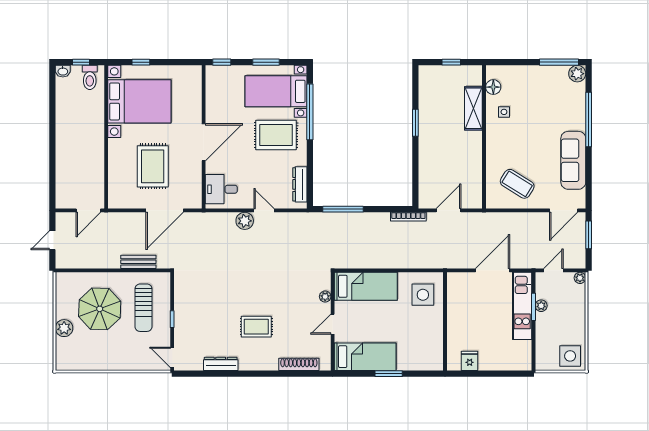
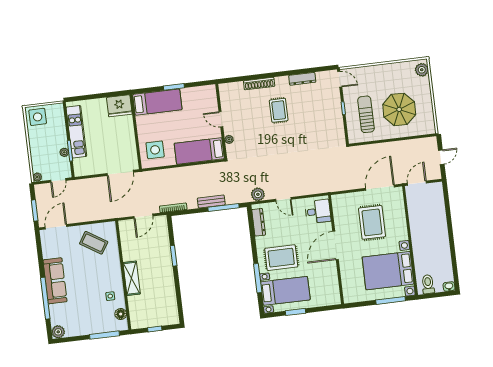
window: (81, 62) -> (436, 295), removed
window: (141, 62) -> (391, 300), width x2.17
window: (222, 62) -> (329, 308), removed
window: (559, 62) -> (105, 335), moved
shelving: (473, 108) -> (132, 278), moved
window: (310, 112) -> (258, 278), width x0.68
window: (415, 123) -> (174, 256), moved
sofa: (573, 160) -> (55, 281), moved
door: (165, 210) -> (380, 188), moved
plant: (245, 221) -> (258, 194), moved
bench: (138, 262) -> (211, 201), moved
door: (493, 270) -> (120, 173), moved
kitchen unit: (522, 306) -> (76, 132), moved
door: (333, 324) -> (221, 119), swing flipped
rug: (256, 327) -> (279, 110), turned 90
plant: (64, 328) -> (422, 70), moved
bed: (365, 357) -> (157, 102), moved, turned 180
fridge: (470, 361) -> (119, 106), width x1.88, depth x1.34
shoe rack: (299, 364) -> (259, 84), moved

